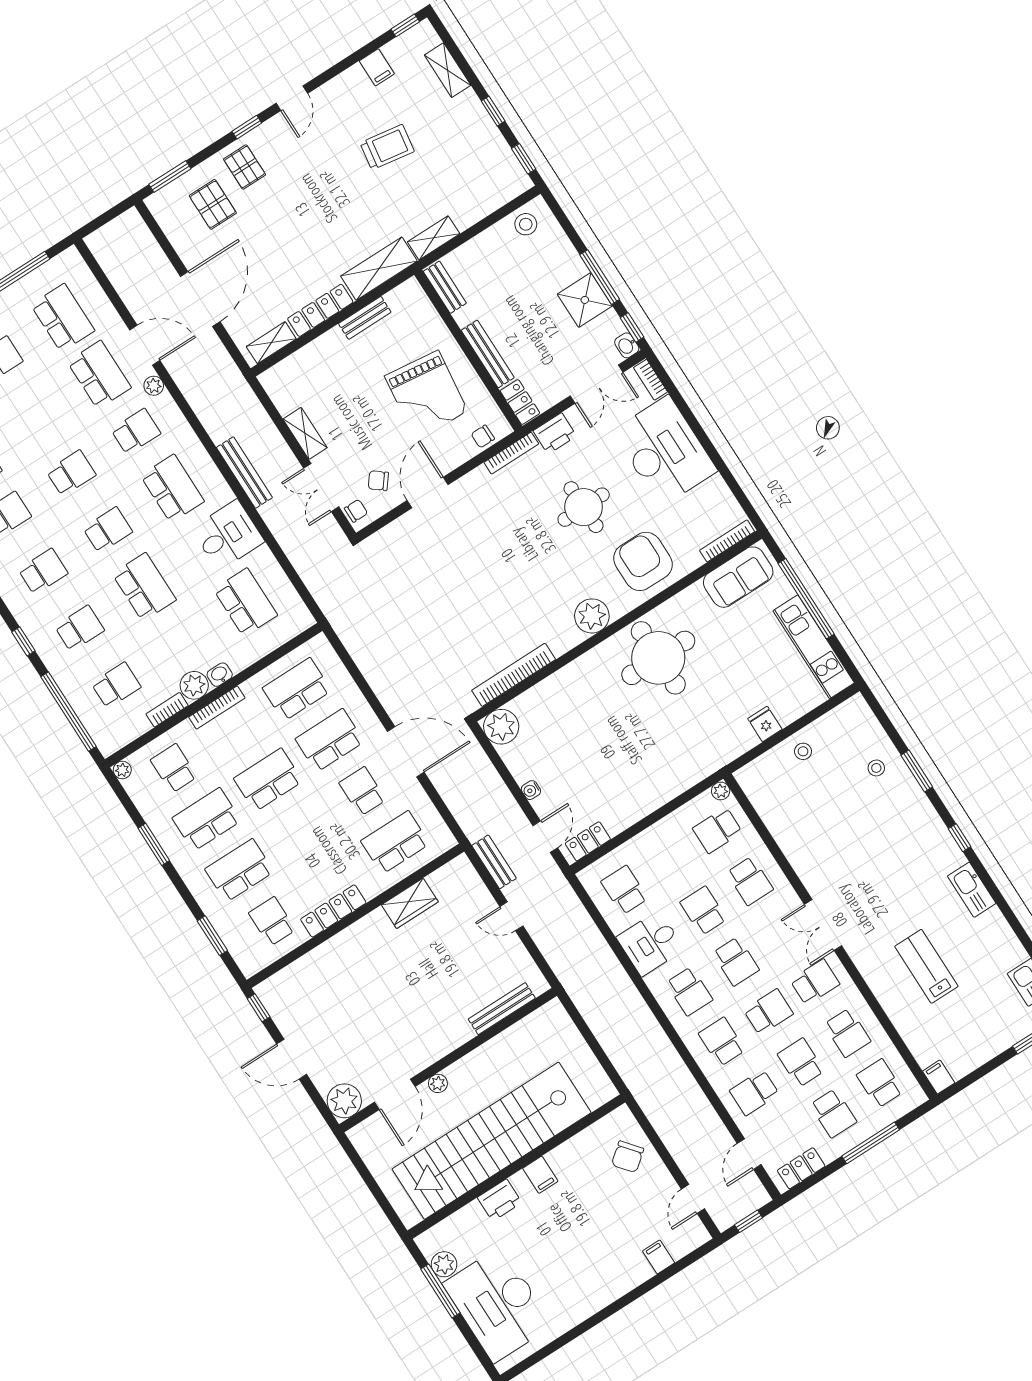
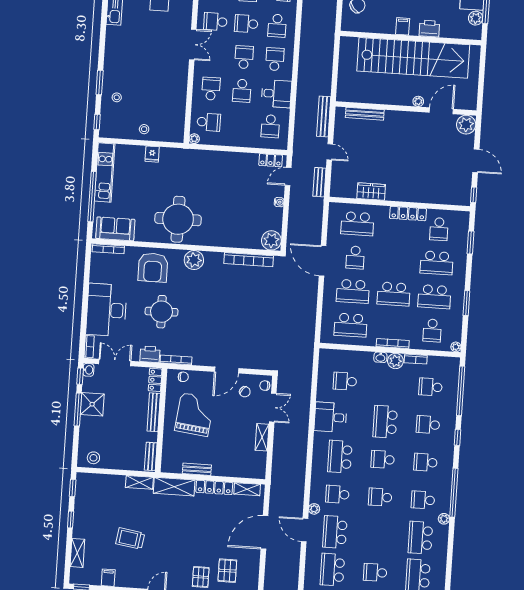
bench: (244, 473) -> (324, 117), moved
school desk: (245, 602) -> (345, 381), width x0.54
window: (960, 838) -> (97, 122), moved

